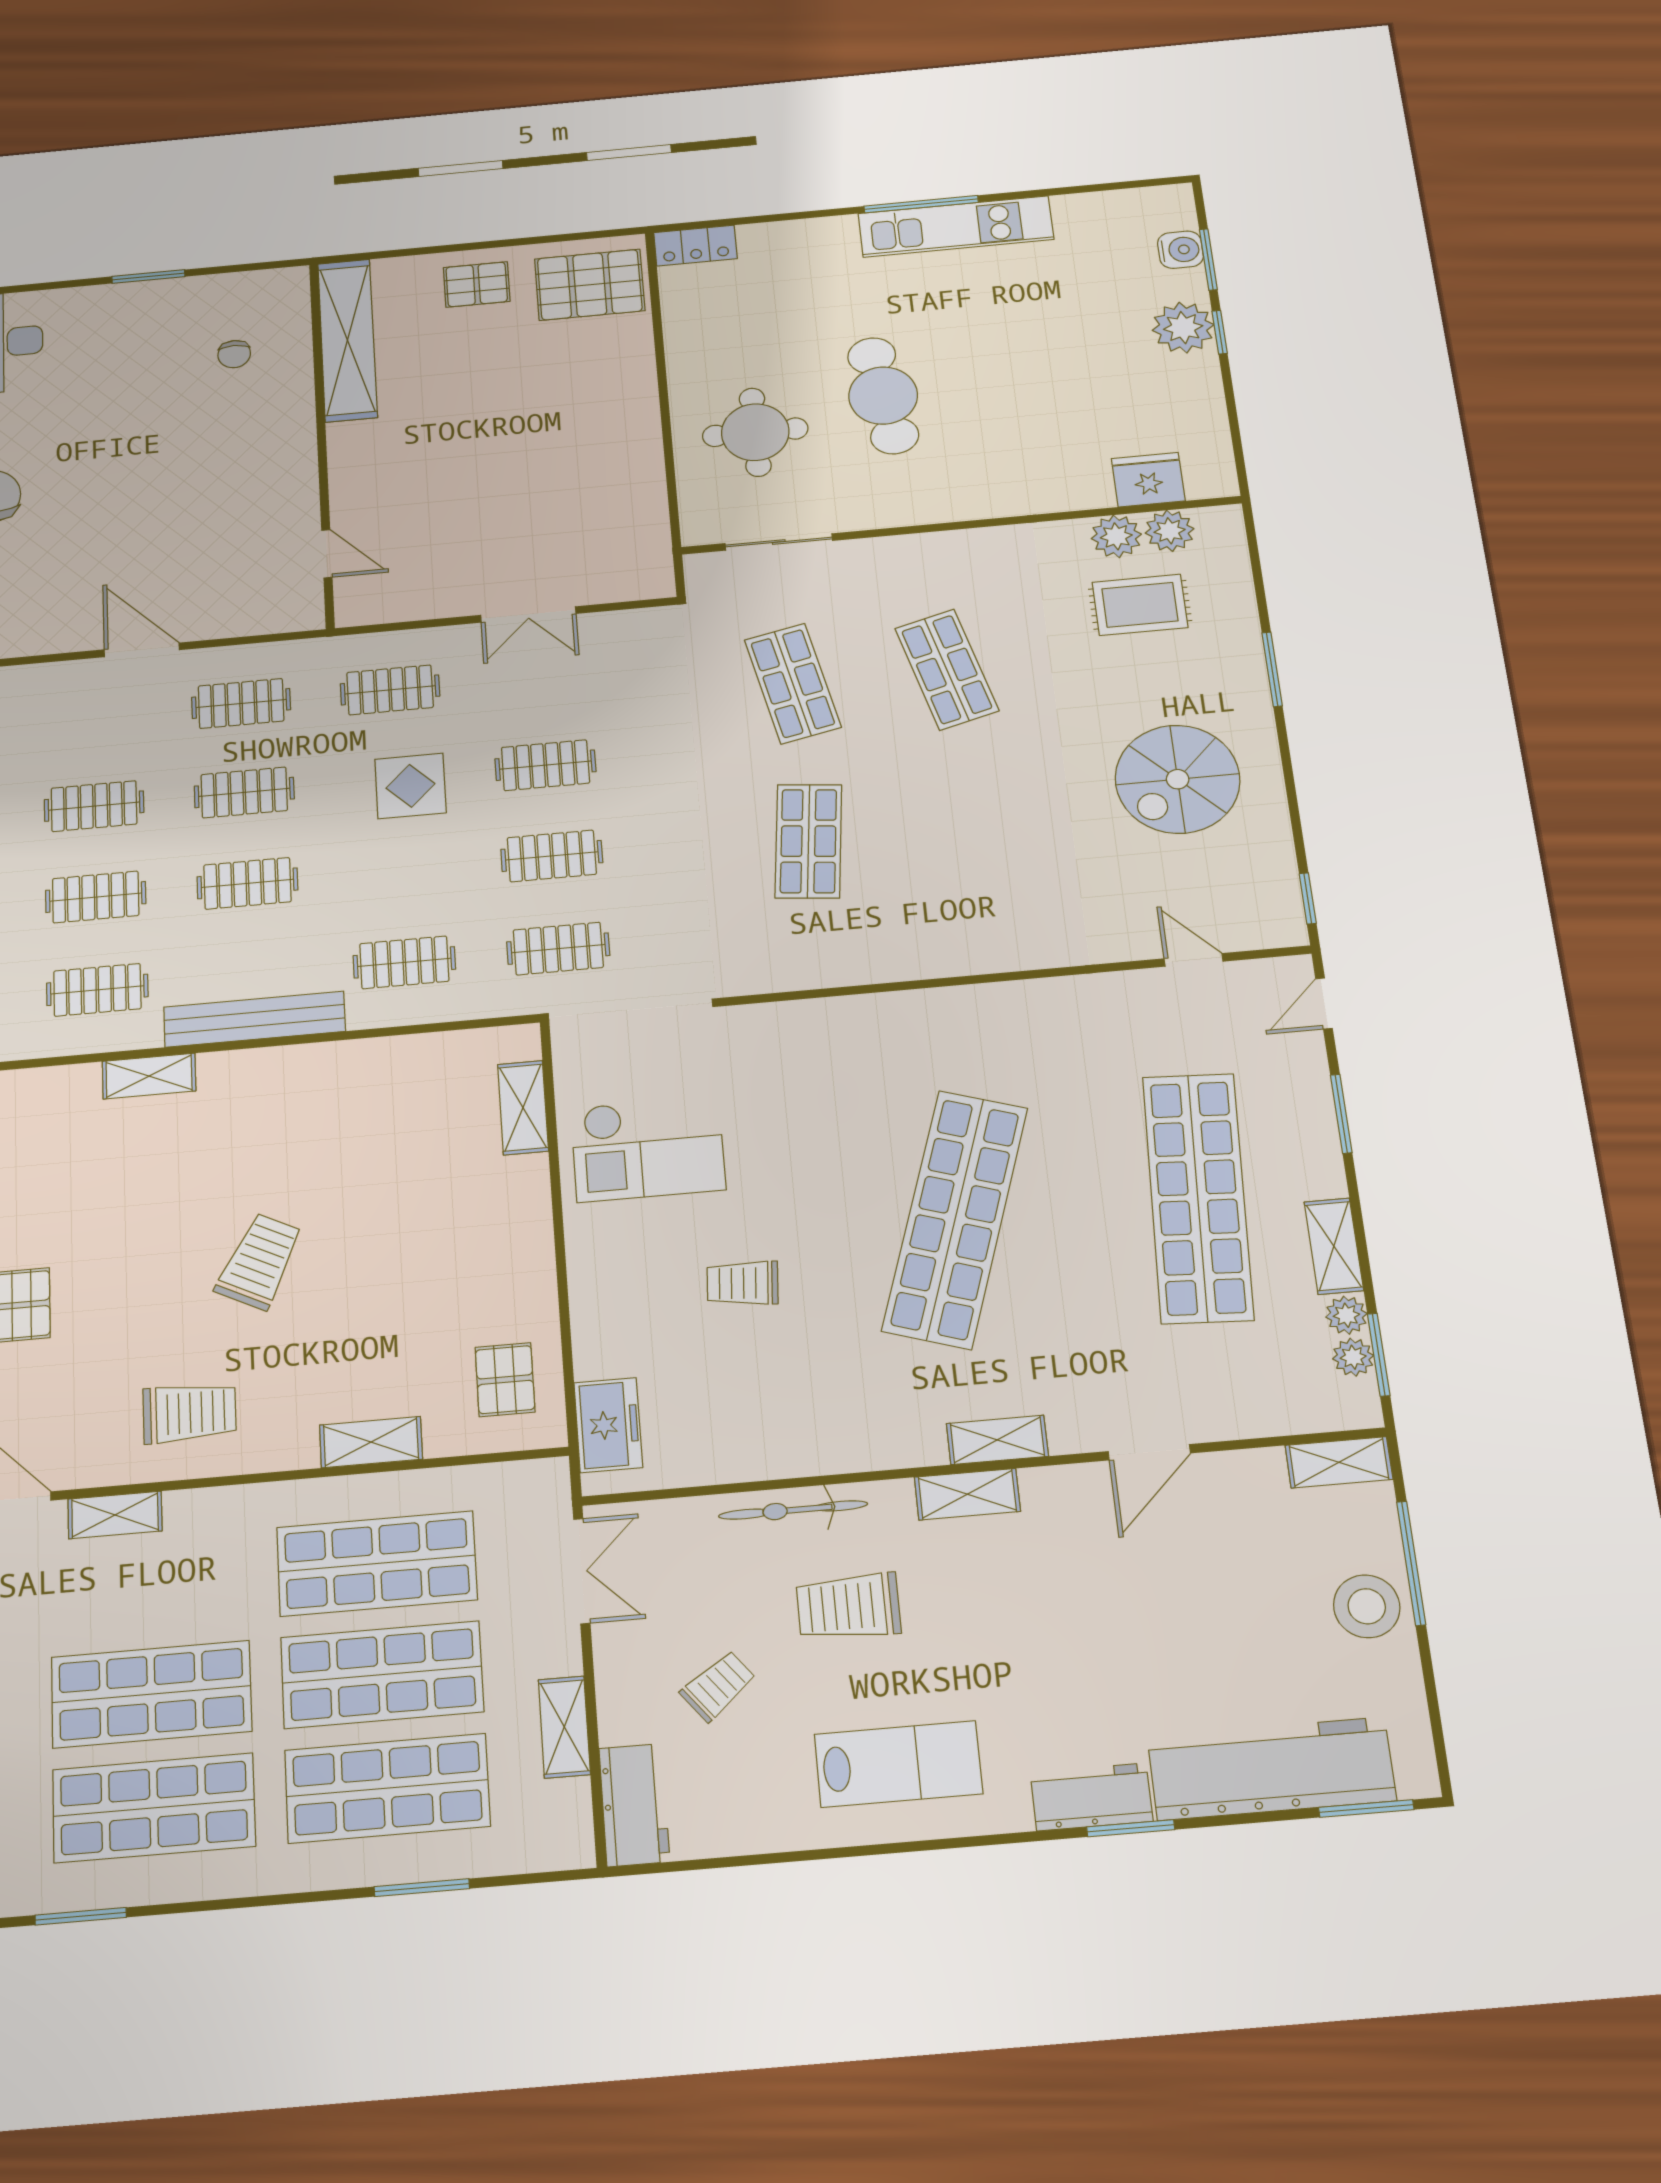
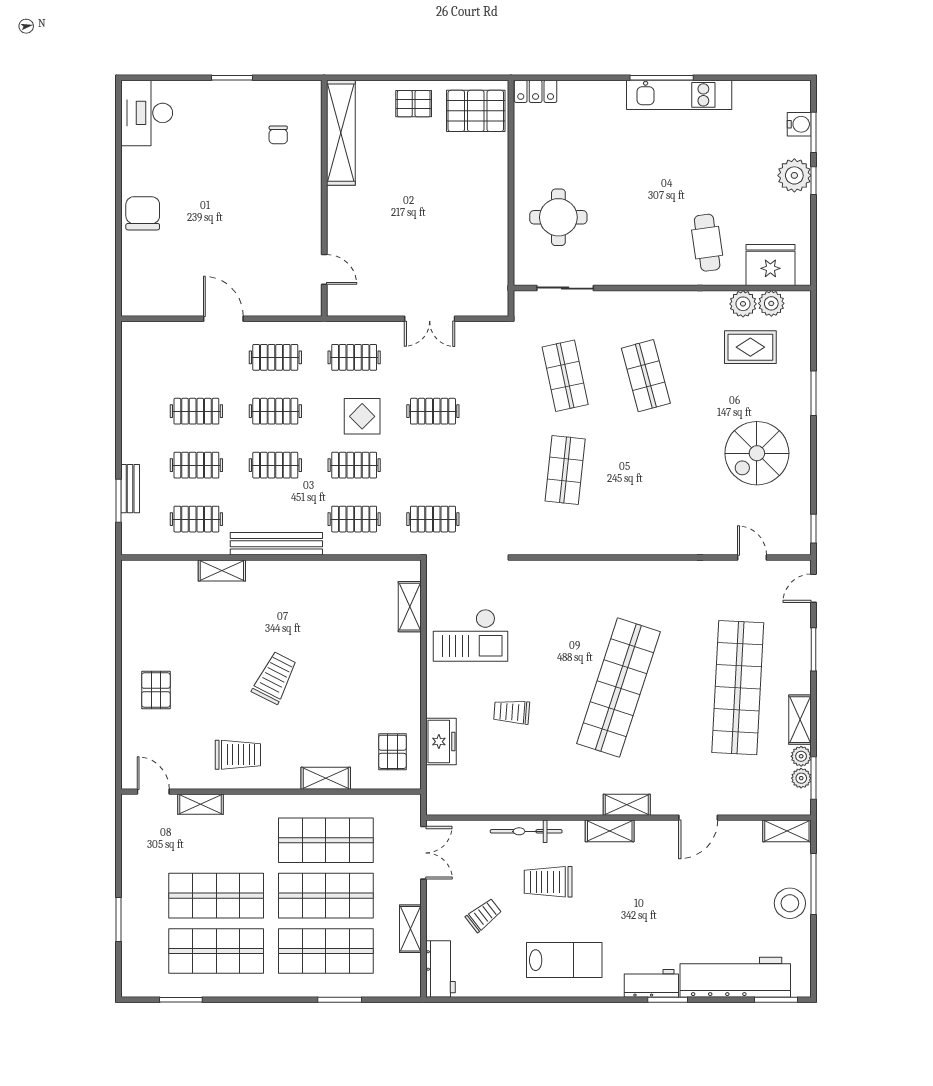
cafe table: (883, 396) -> (707, 243), moved, width x0.73, depth x0.74
fridge: (1148, 480) -> (770, 265), width x1.36, depth x1.34
clothes rail: (552, 856) -> (354, 465), moved
freezer: (608, 1425) -> (441, 742), moved

